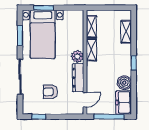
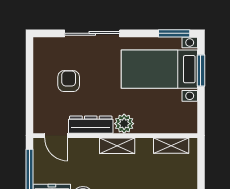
window: (20, 36) -> (174, 33), moved
shelving: (91, 50) -> (117, 146), moved
window: (39, 117) -> (30, 63), removed

